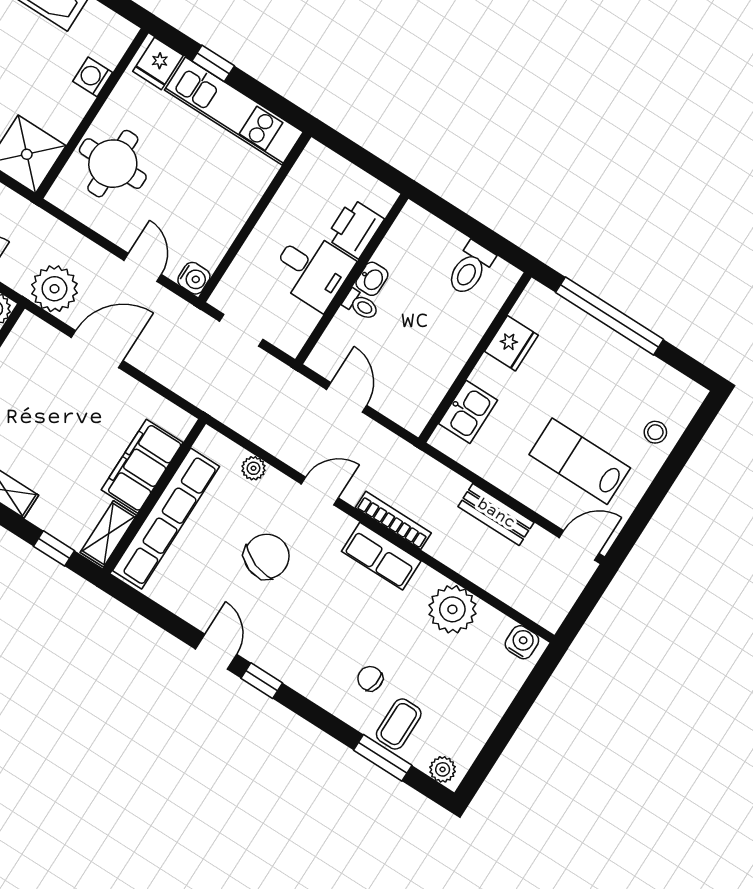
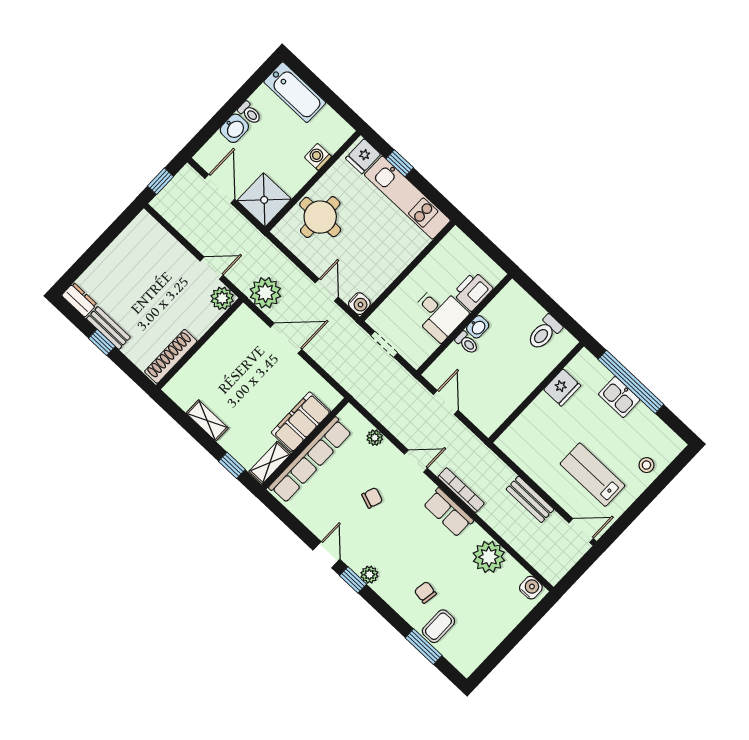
kitchen sink: (468, 412) -> (619, 397), moved, turned 90
chair: (267, 556) -> (372, 498), width x0.54, depth x0.54
plant: (443, 769) -> (369, 575), moved

